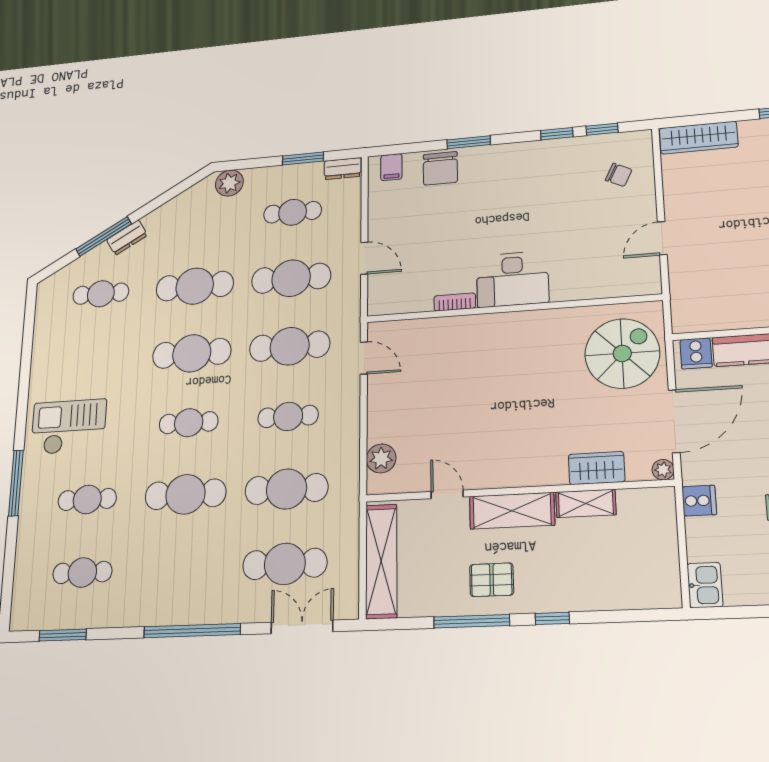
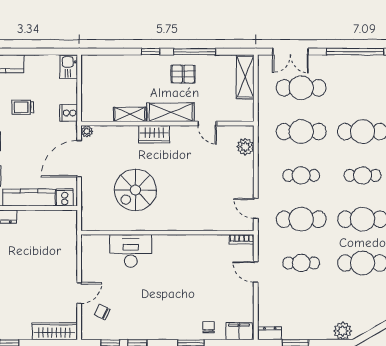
filing cabinet: (391, 167) -> (239, 331), width x2.00
chair: (440, 168) -> (209, 327), width x0.54, depth x0.54
cafe table: (293, 212) -> (301, 307), removed
door: (662, 238) -> (79, 293), moved
cafe table: (291, 278) -> (301, 263), width x0.73, depth x0.74
desk: (512, 279) -> (131, 251), moved
bookcase: (455, 302) -> (242, 239), moved
spiral stairs: (622, 353) -> (135, 190), moved
wardrobe: (597, 468) -> (154, 134), moved
shelving: (381, 561) -> (245, 77), width x0.68

